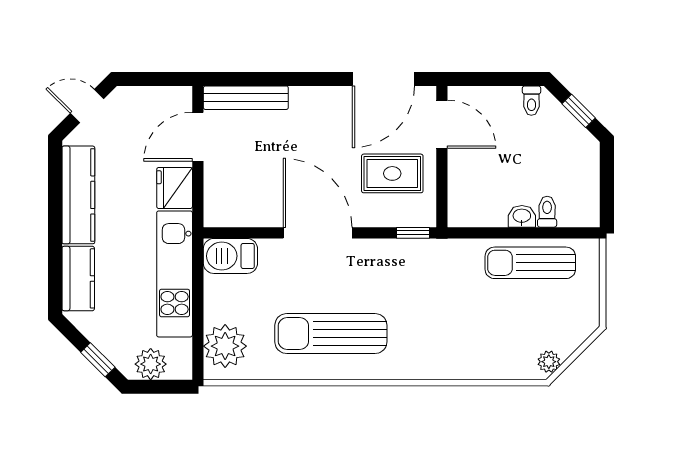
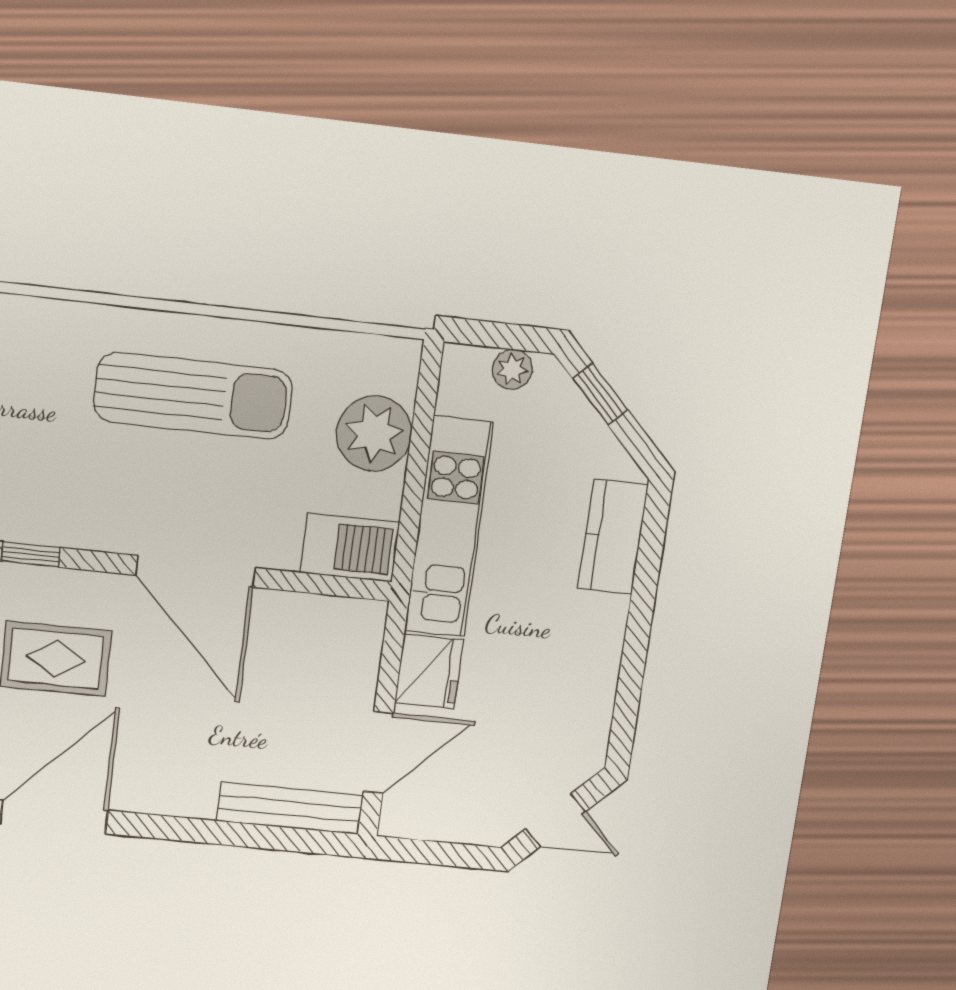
kitchen counter: (78, 195) -> (592, 676), removed
plant: (225, 346) -> (374, 433), moved
plant: (151, 364) -> (512, 369), width x0.73, depth x0.73

